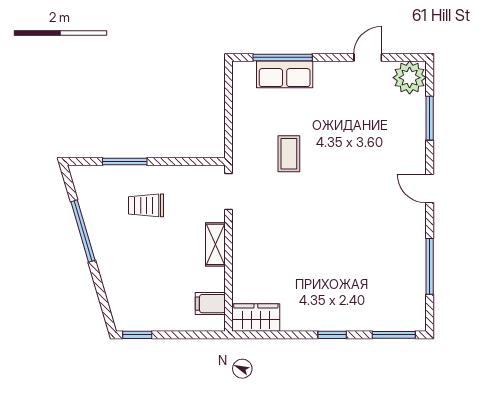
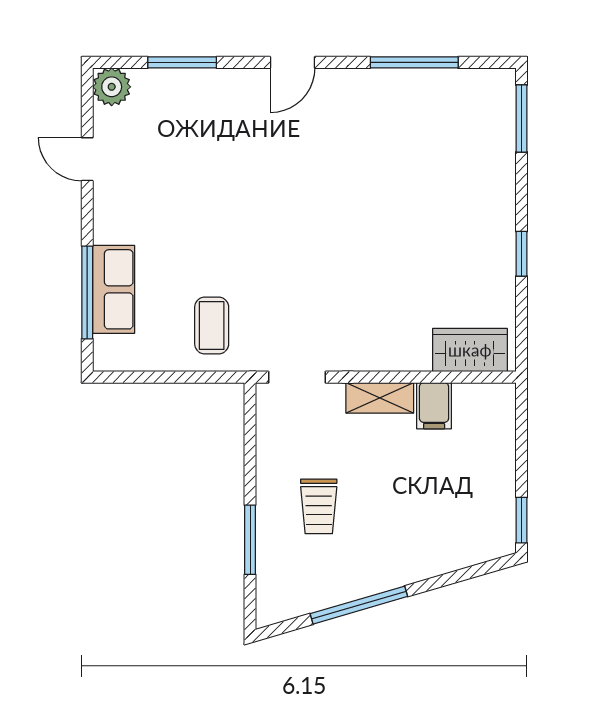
plant: (410, 78) -> (112, 87), width x0.73, depth x0.73
coffee table: (289, 154) -> (212, 326), moved, turned 90
filing cabinet: (210, 304) -> (434, 406), moved
wardrobe: (256, 317) -> (470, 350), moved, turned 90
window: (332, 335) -> (521, 254), moved

